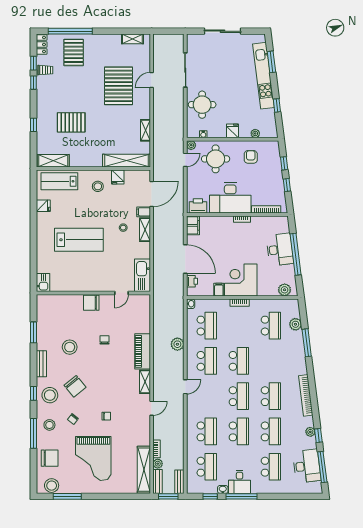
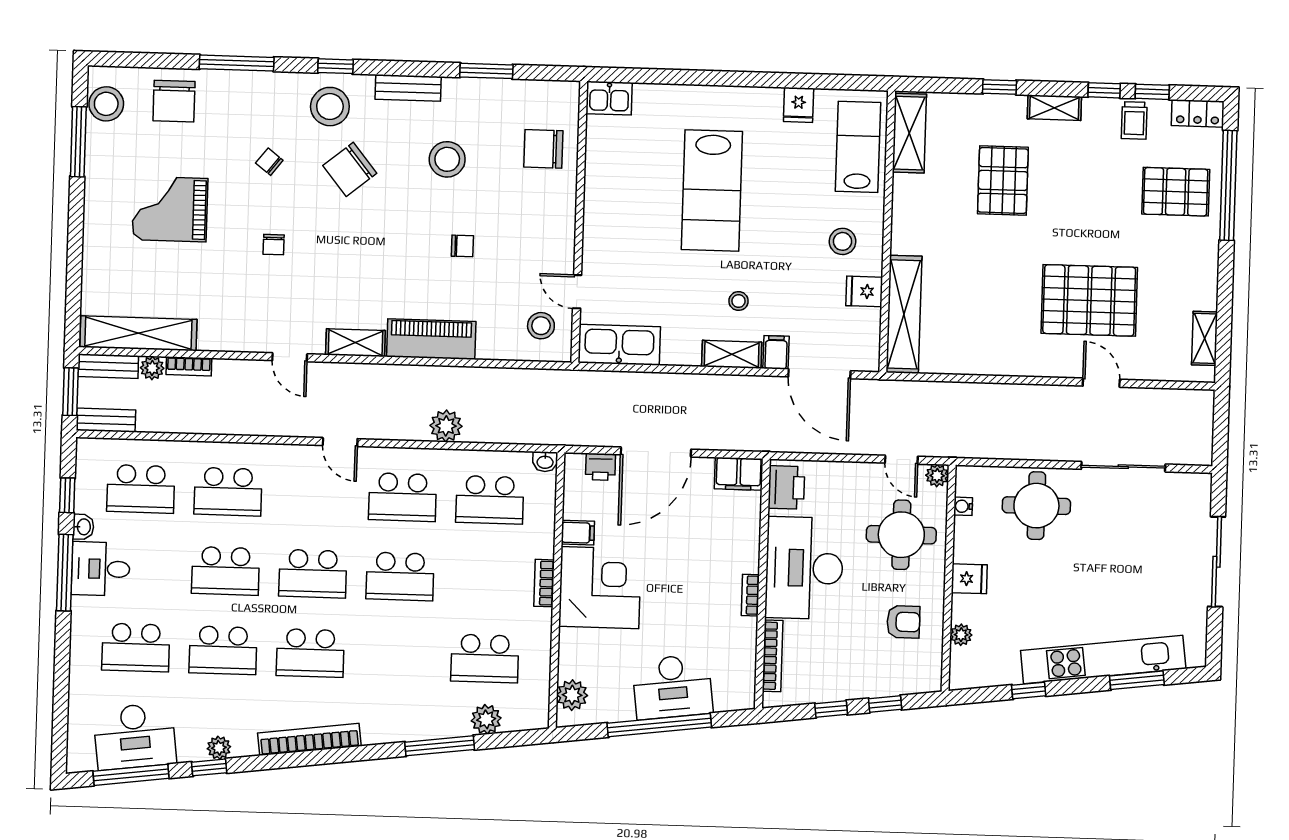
shelving: (145, 130) -> (1054, 108), moved
chair: (91, 303) -> (543, 149), moved, turned -90
stool: (49, 425) -> (541, 326), moved
grand piano: (93, 458) -> (170, 209), width x0.73, depth x0.68

